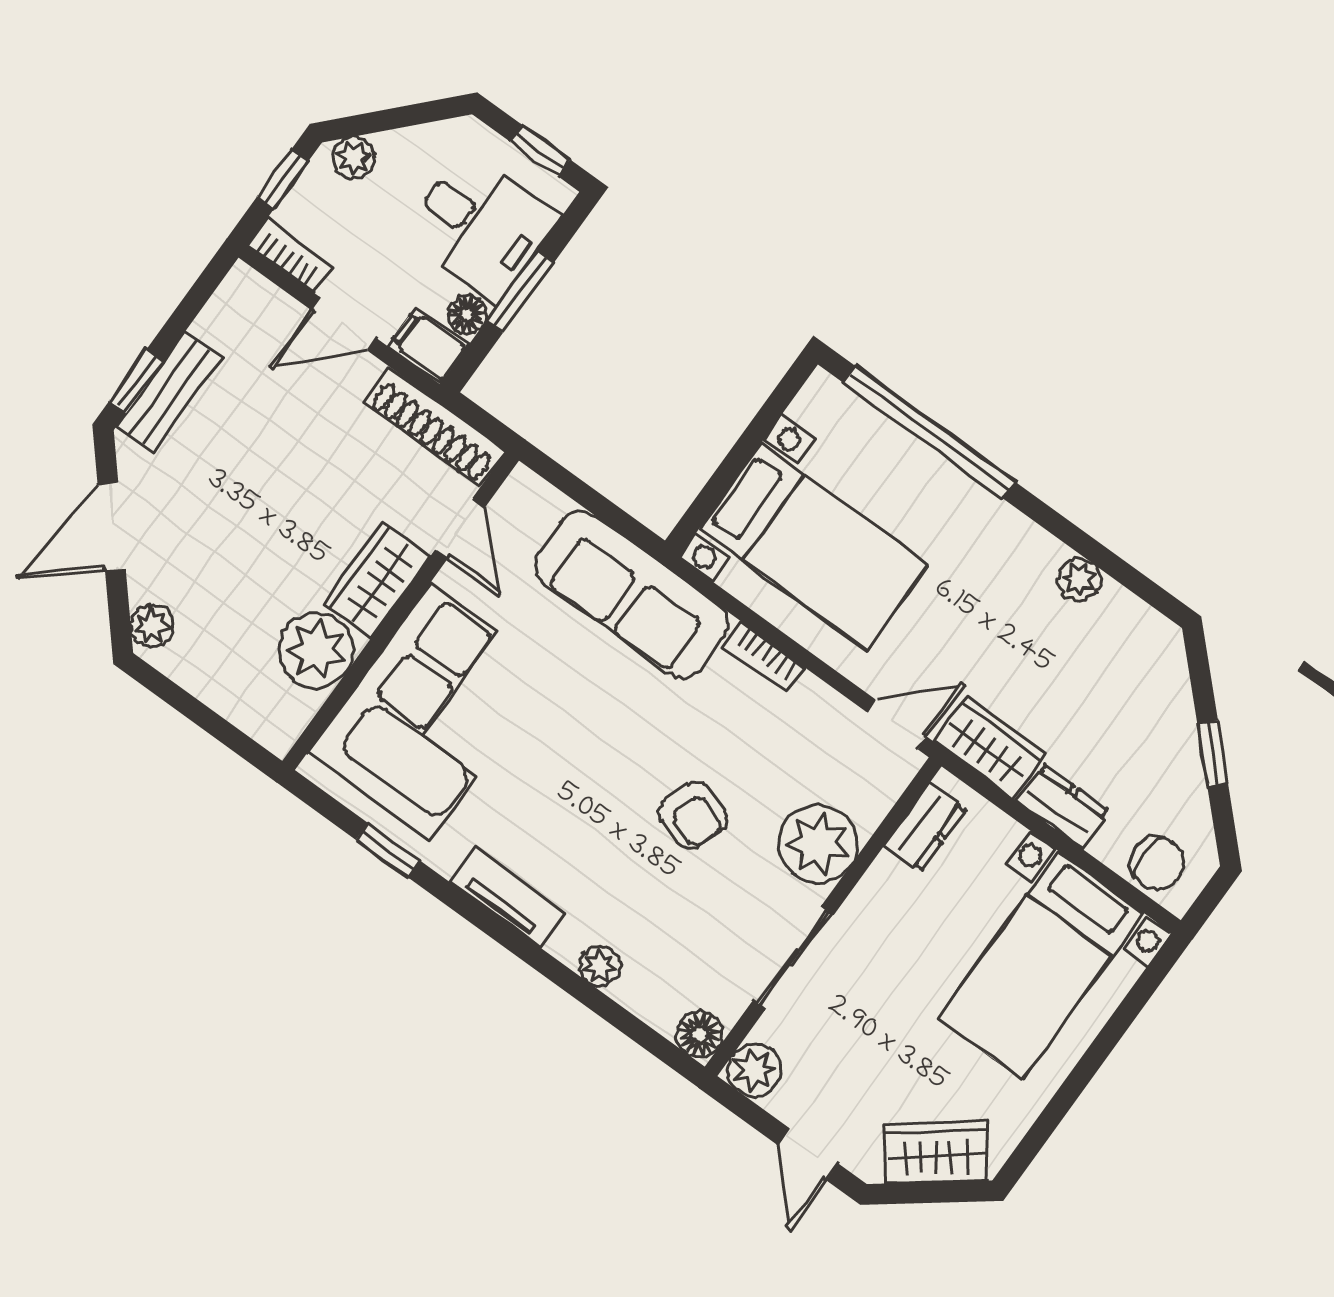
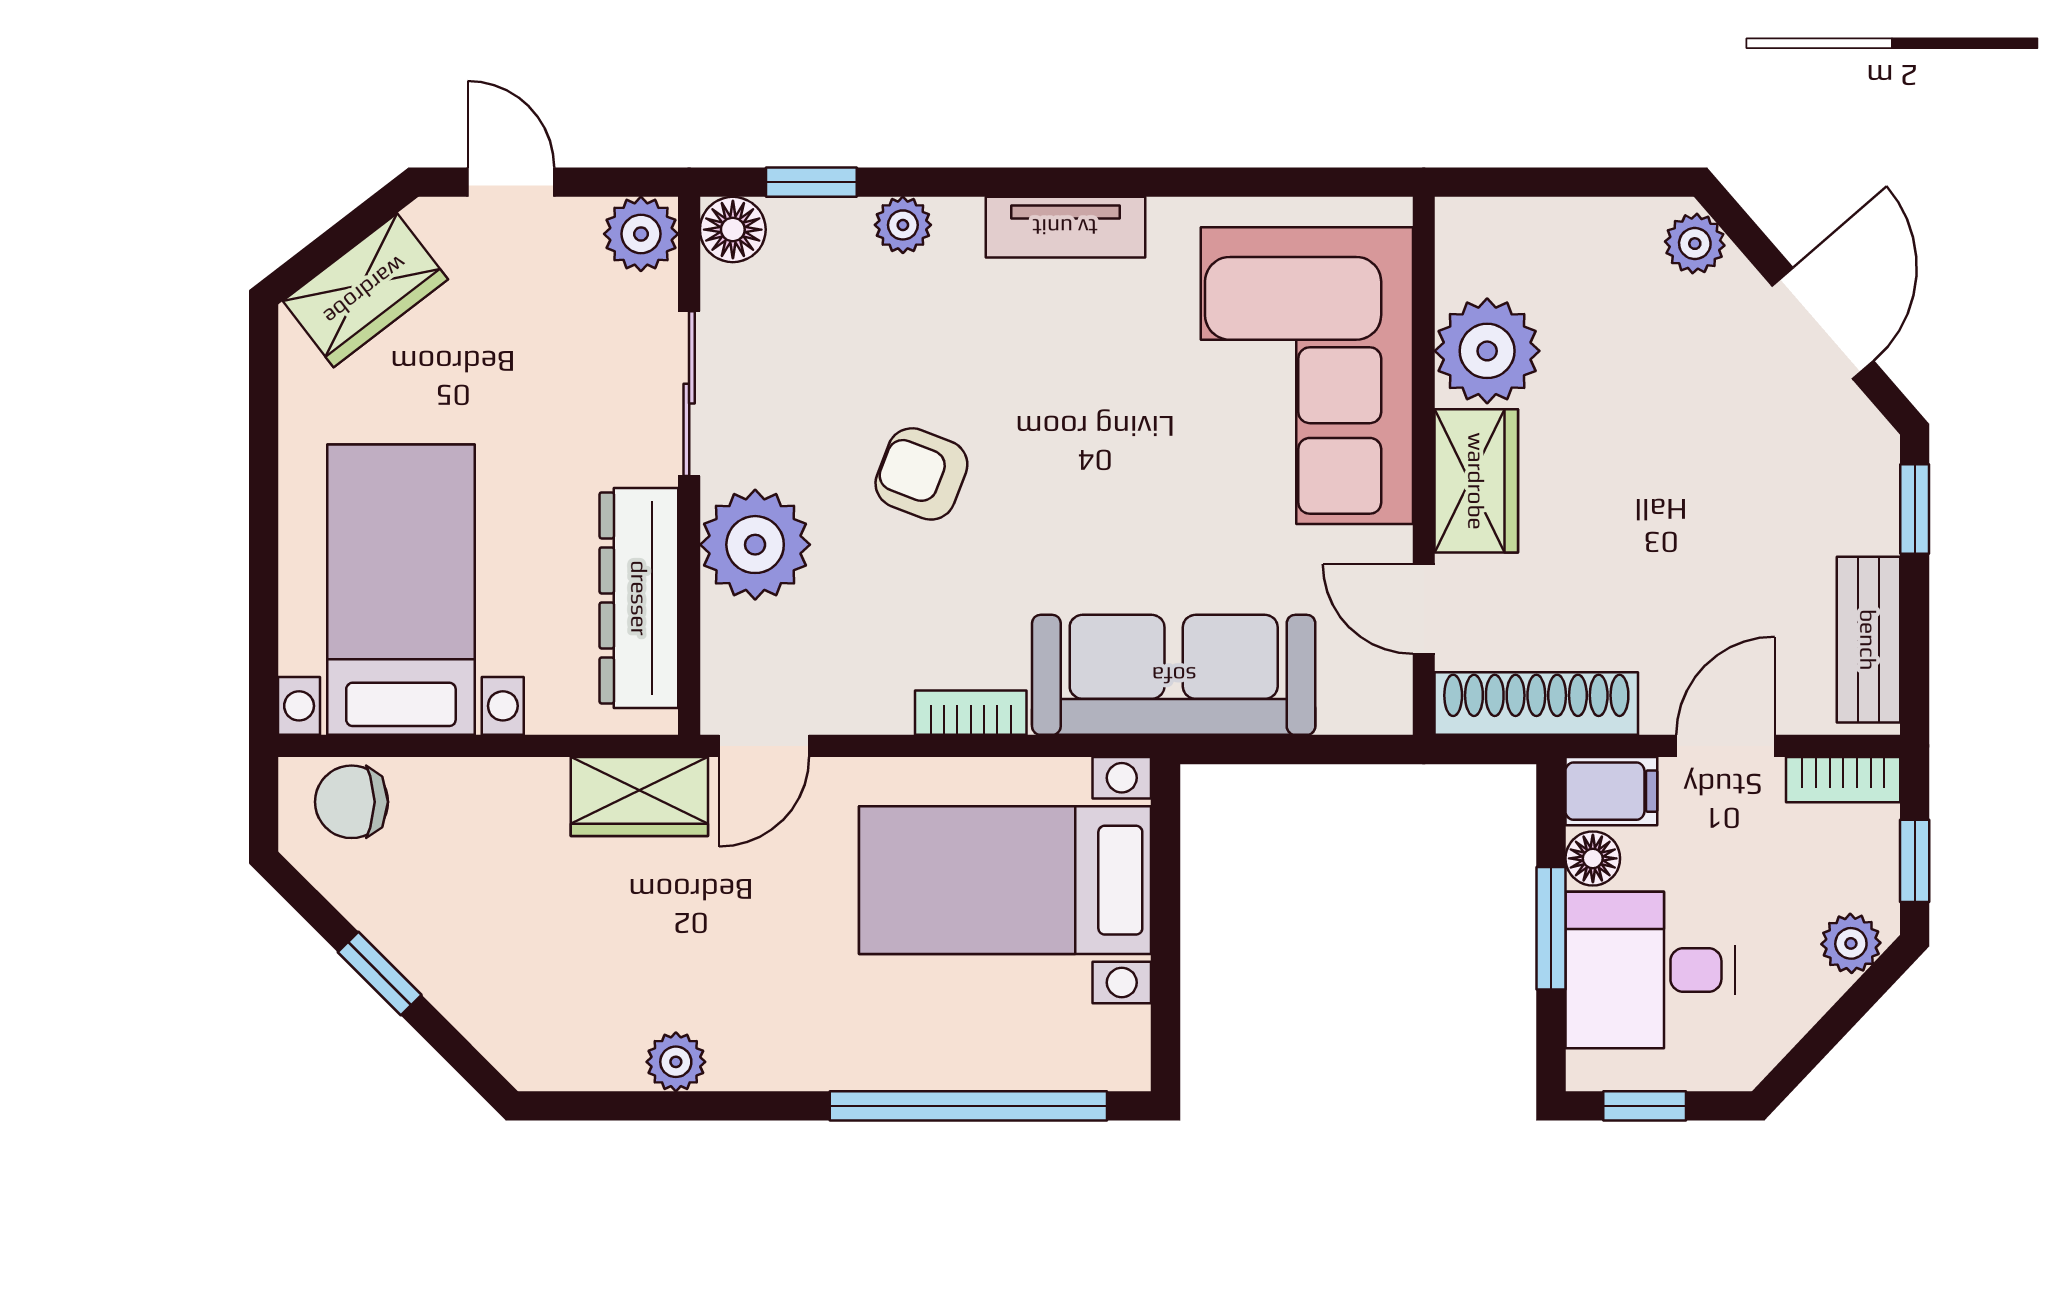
bench: (169, 392) -> (1868, 640), moved
dresser: (1063, 806) -> (507, 789), removed
dresser: (925, 827) -> (639, 598), width x1.96, depth x1.24
window: (388, 850) -> (811, 182), moved

